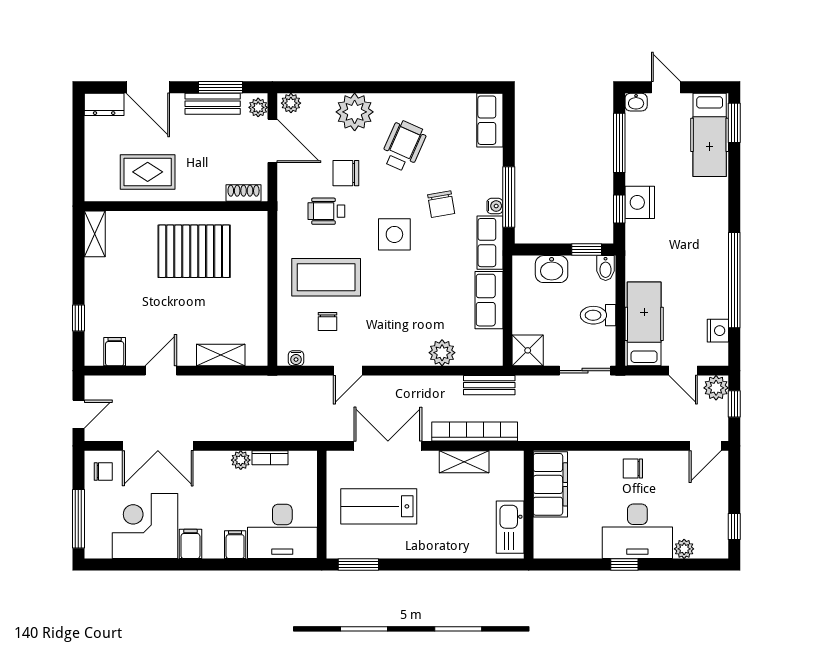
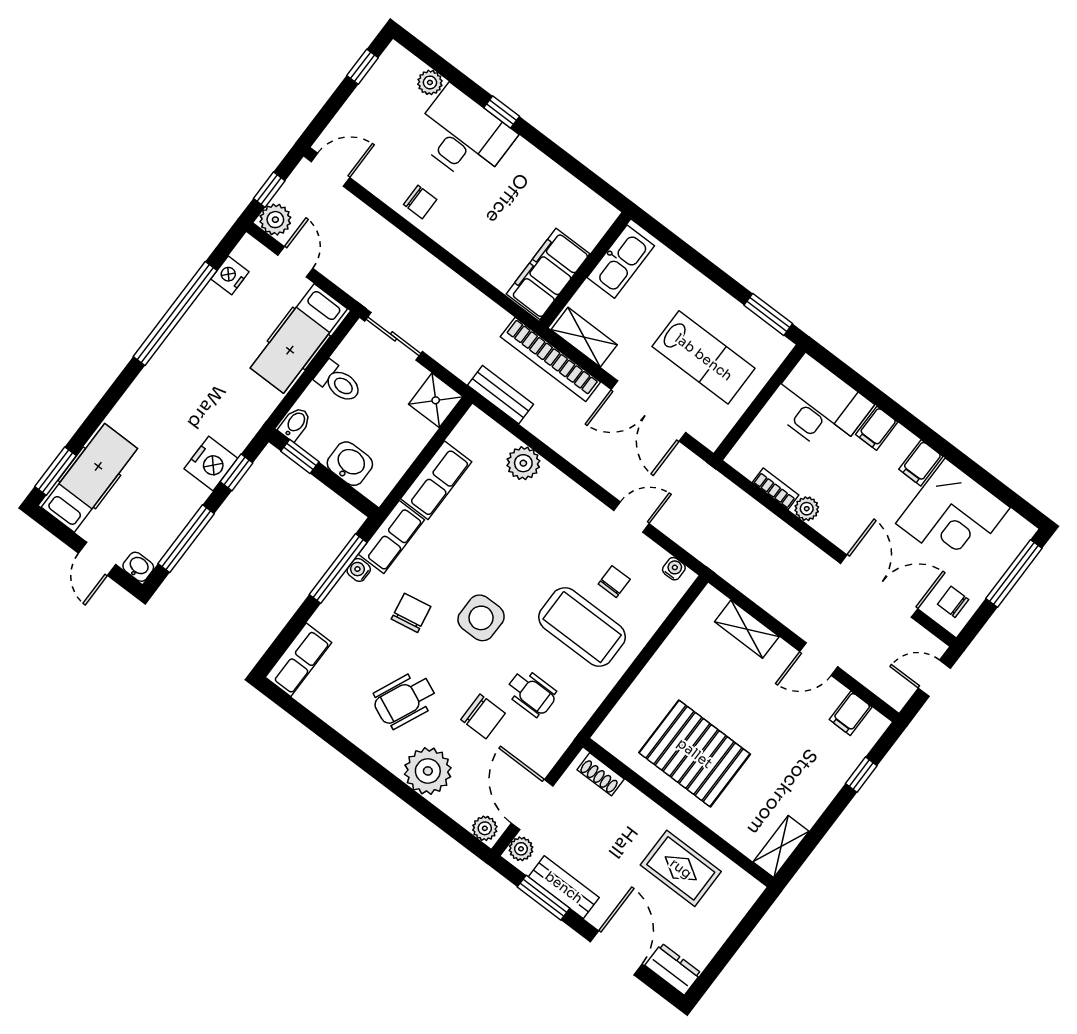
filing cabinet: (550, 484) -> (548, 274), moved
wall: (529, 505) -> (585, 270), moved
kitchen sink: (510, 527) -> (621, 262), moved

